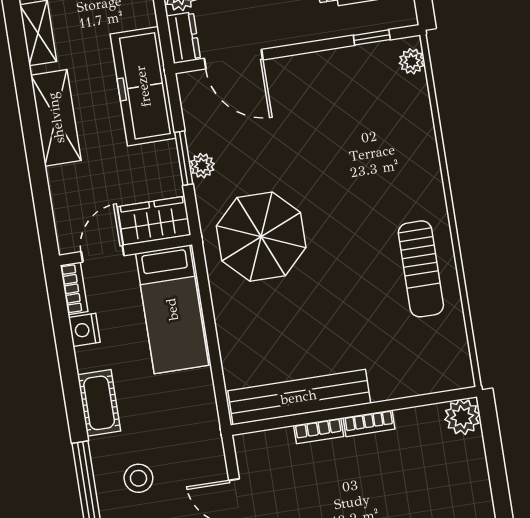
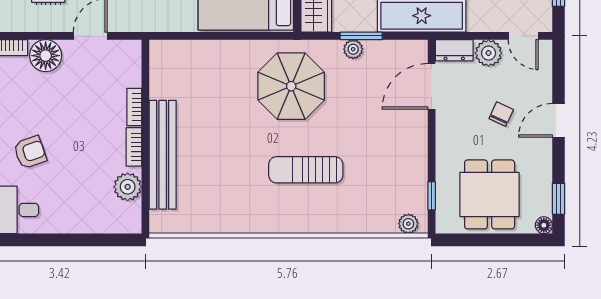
sun lounger: (421, 269) -> (306, 170), moved
bench: (299, 397) -> (163, 155), moved
plant: (462, 417) -> (128, 187), moved

